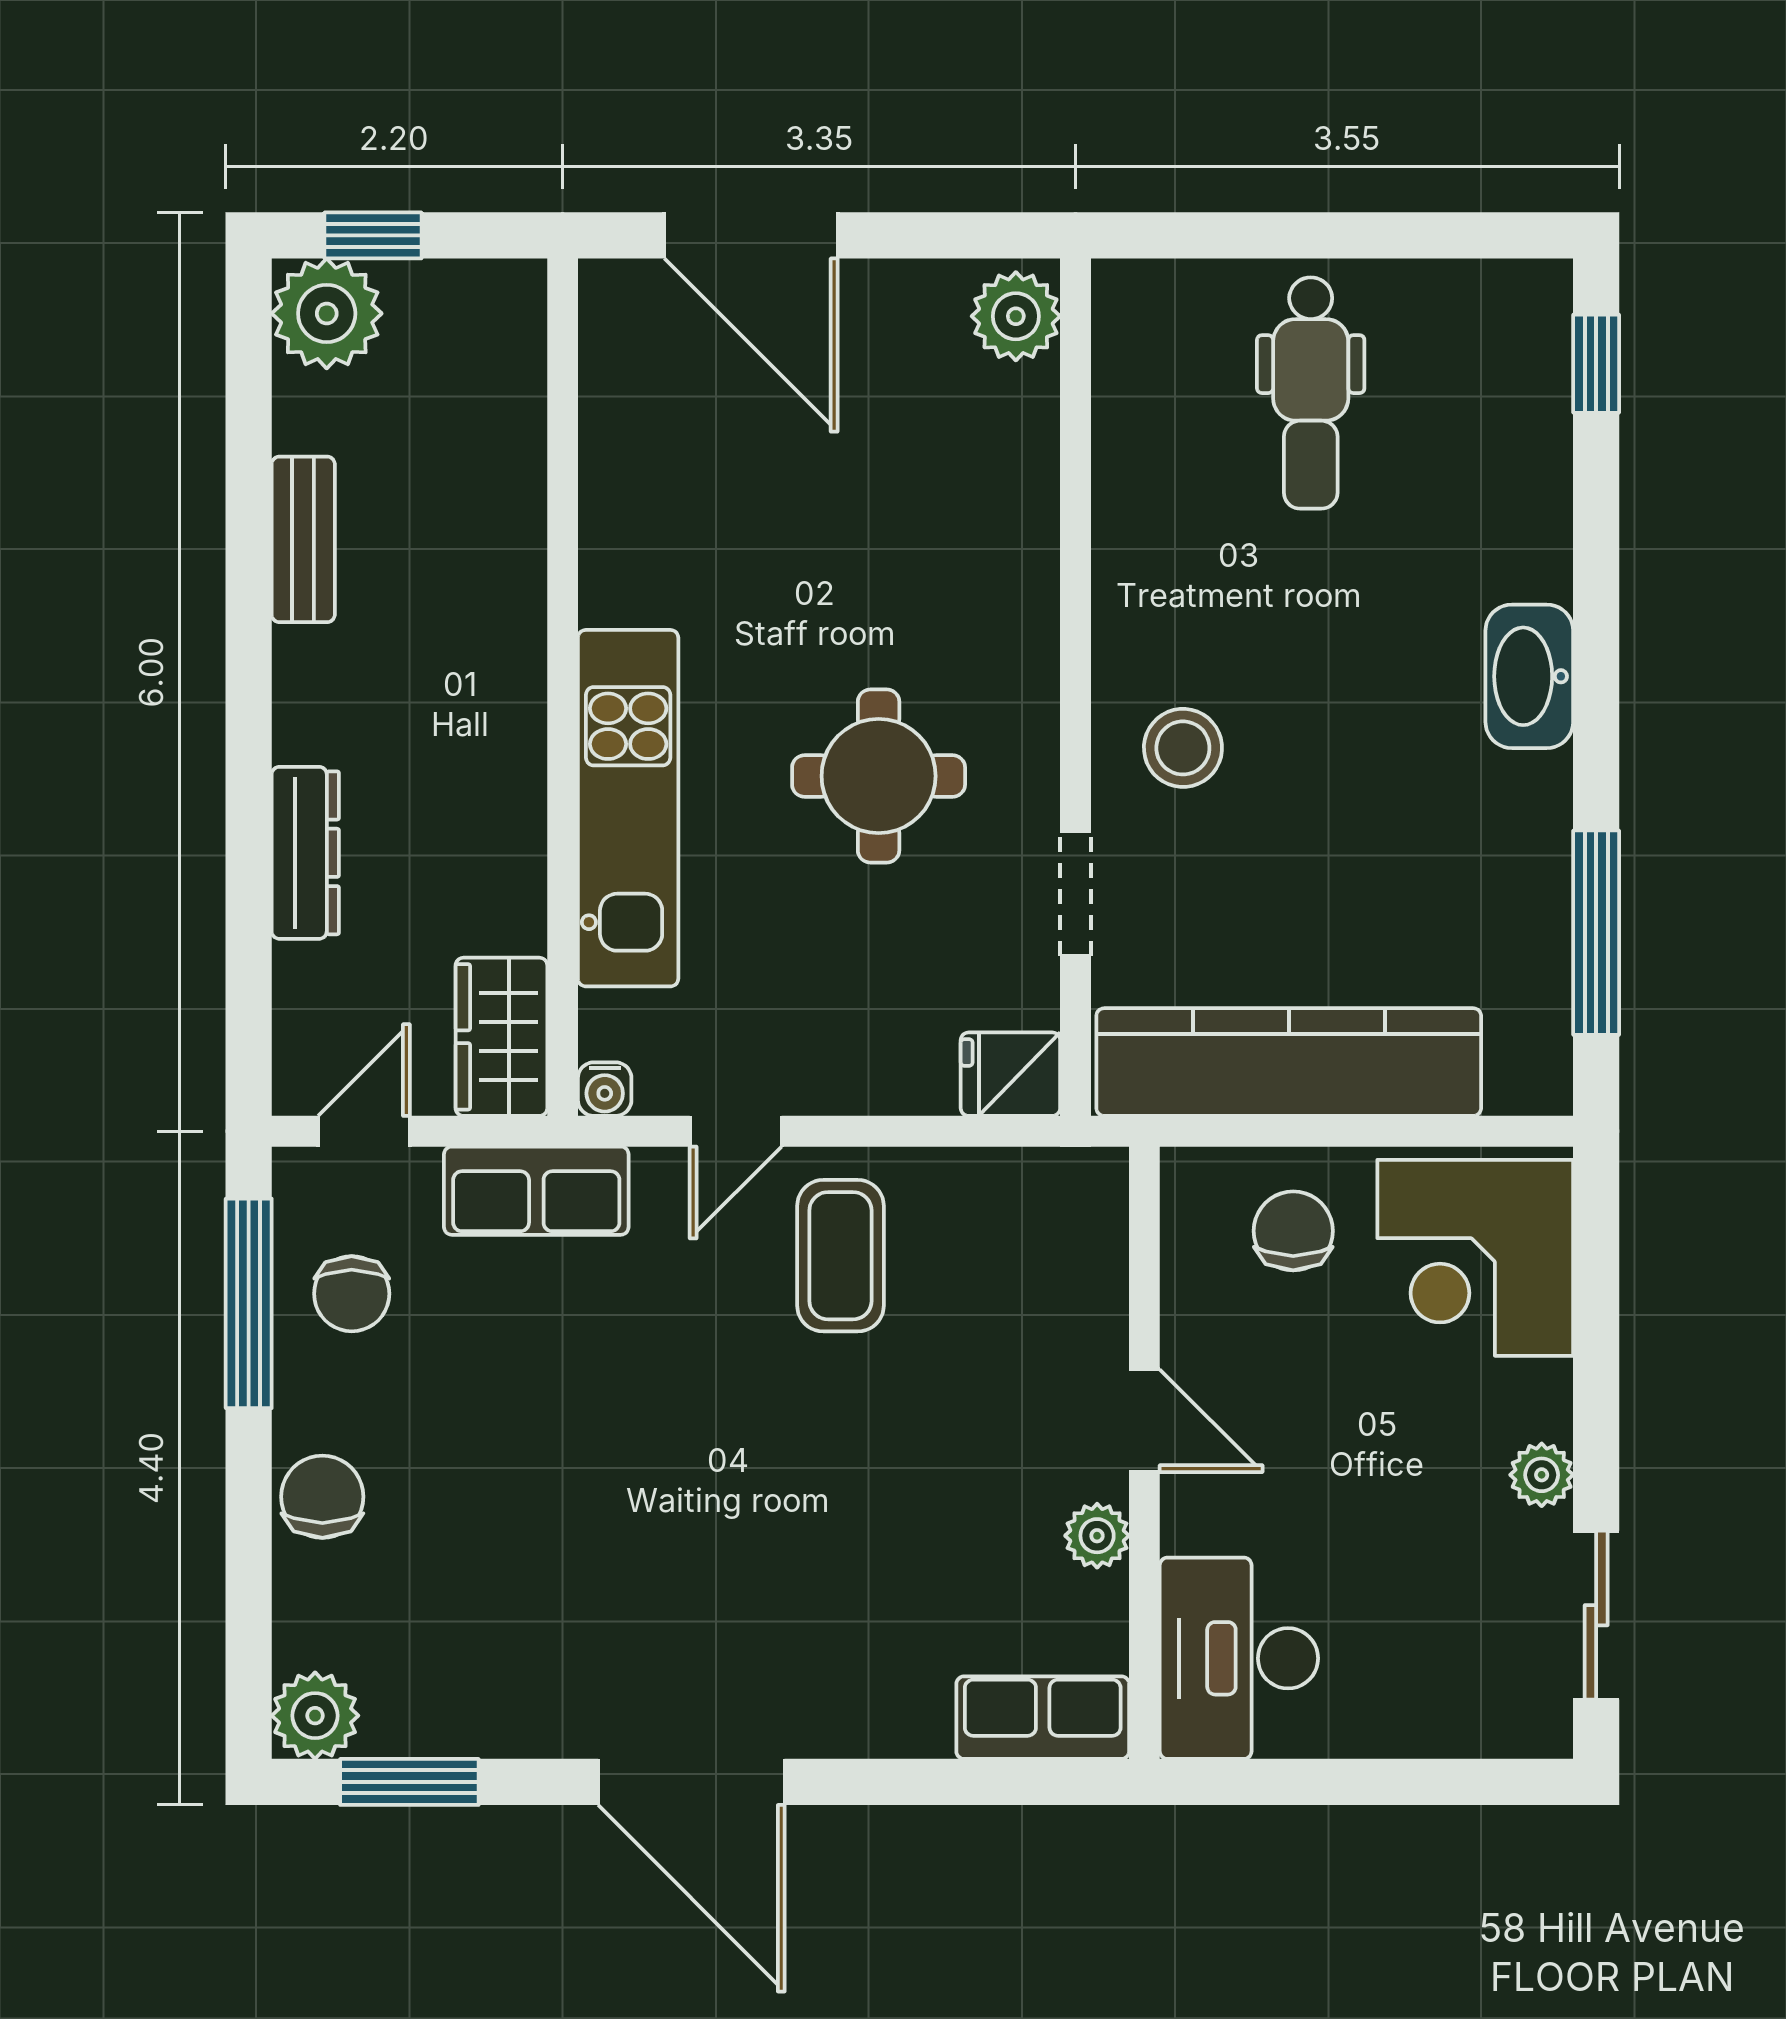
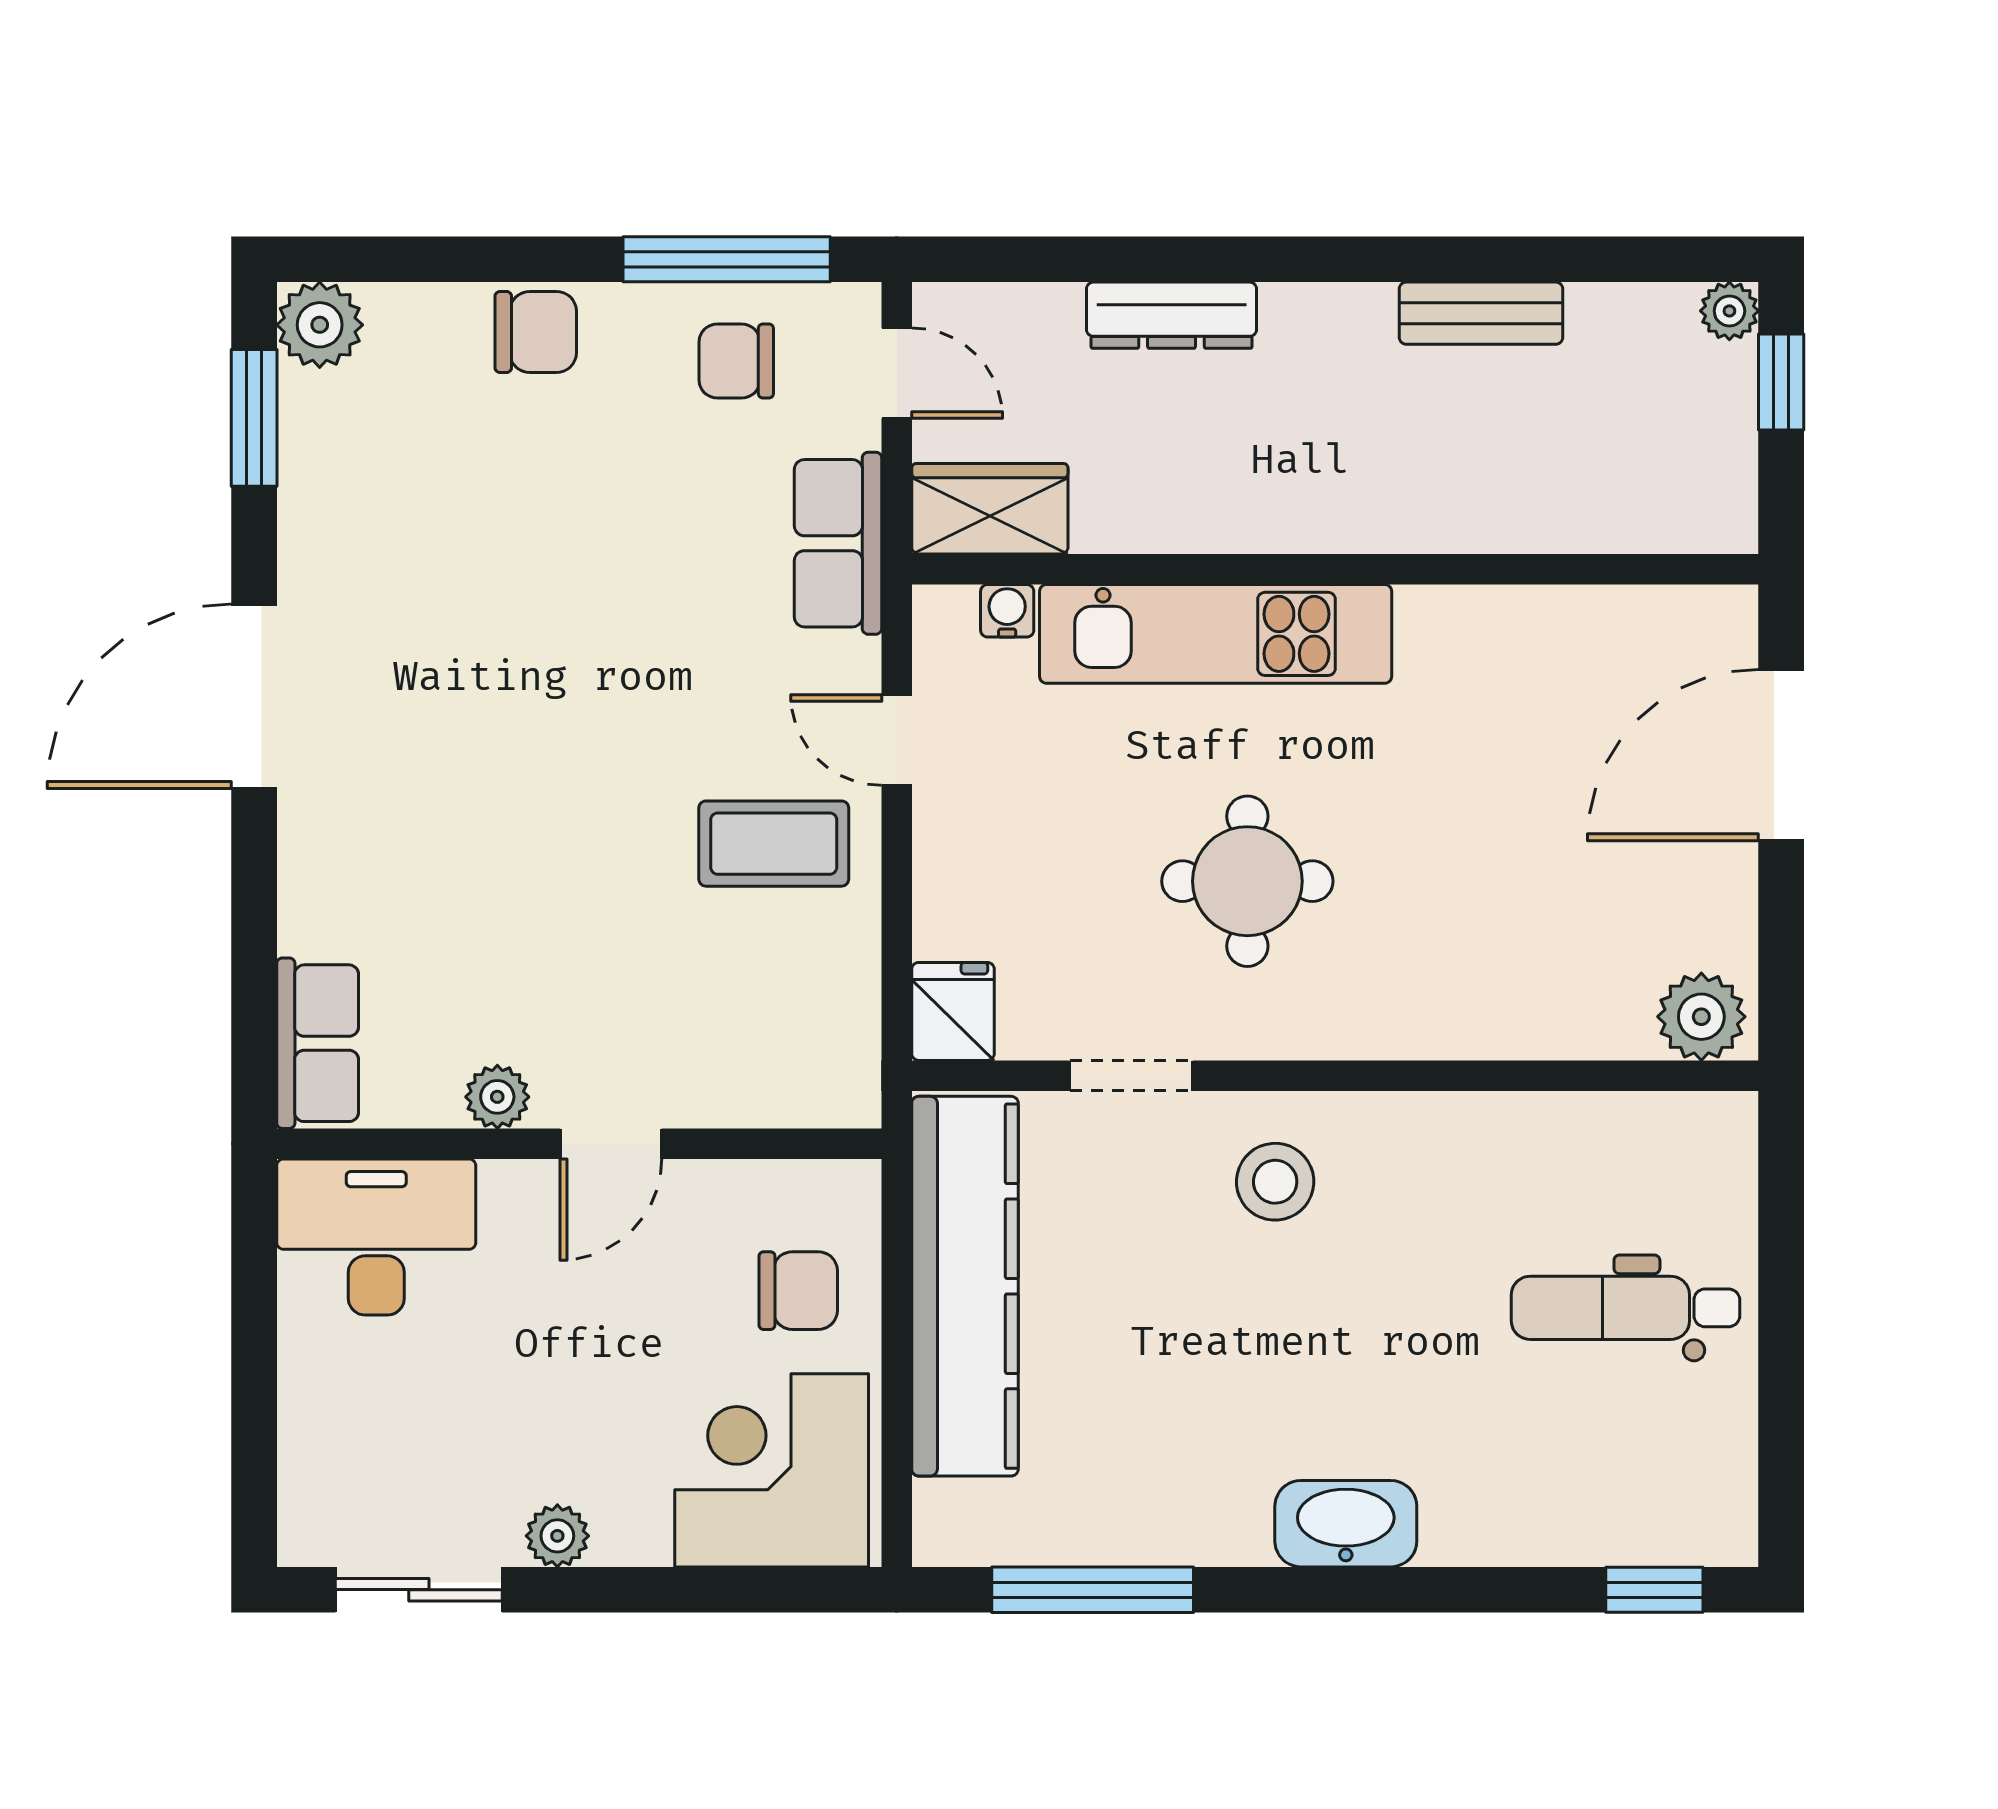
plant: (327, 313) -> (1729, 311), width x0.53, depth x0.53
water cooler: (605, 1089) -> (1007, 611), moved, turned 90

